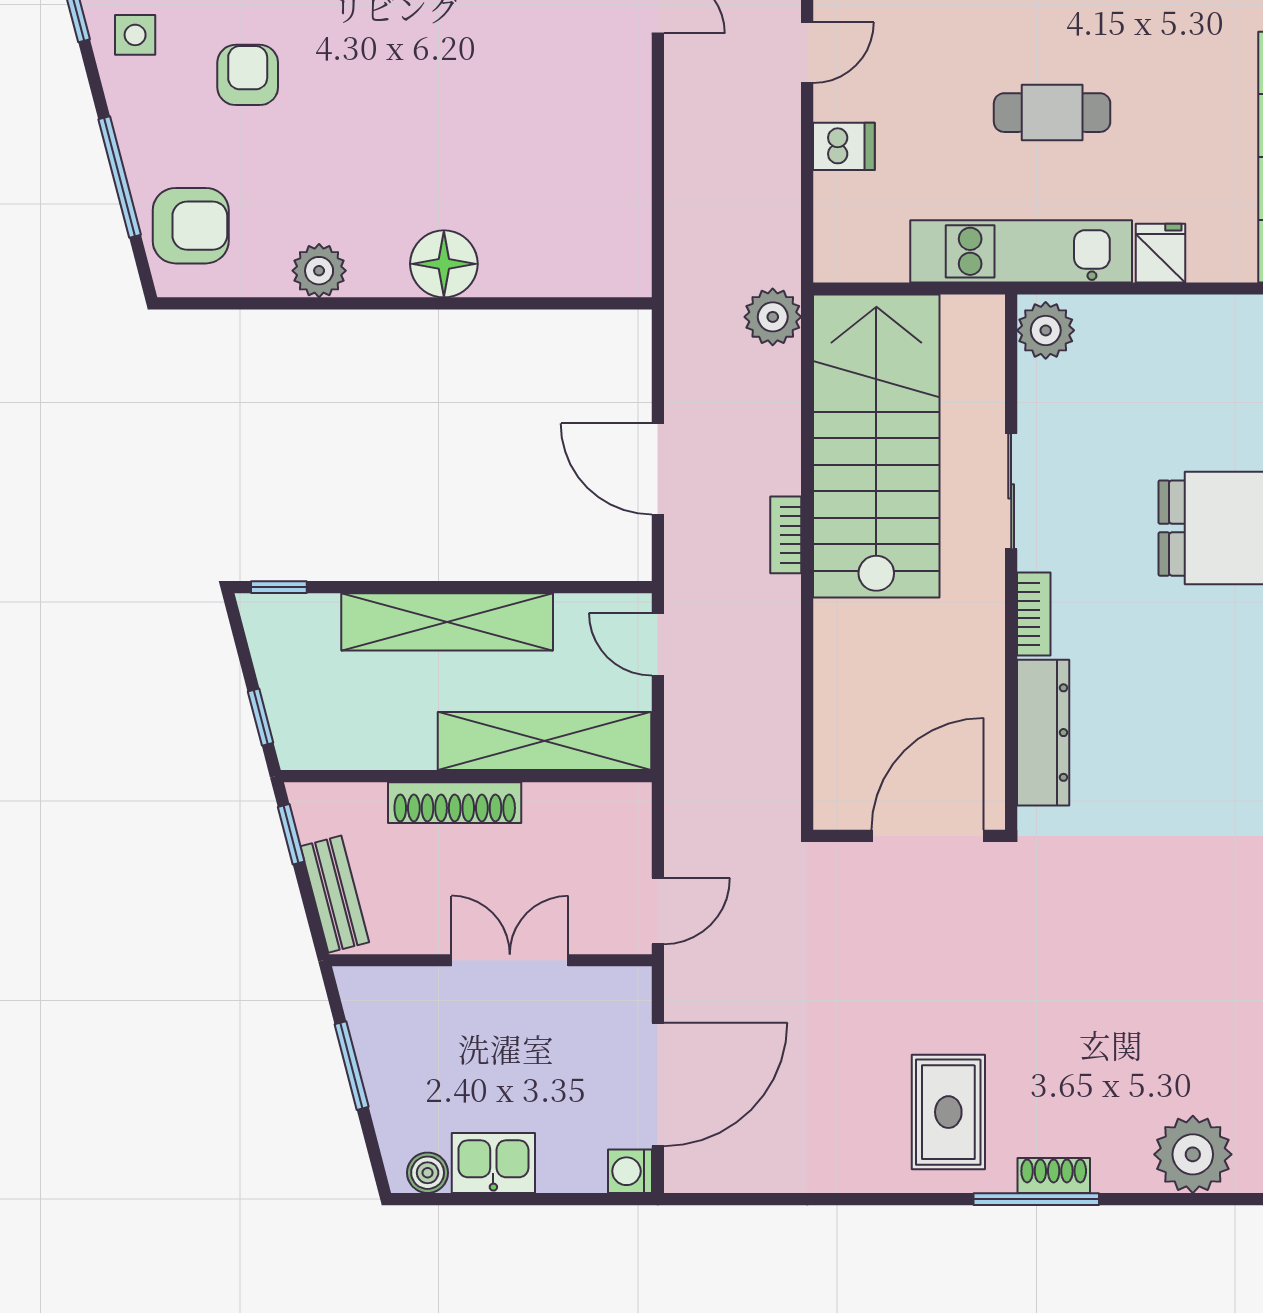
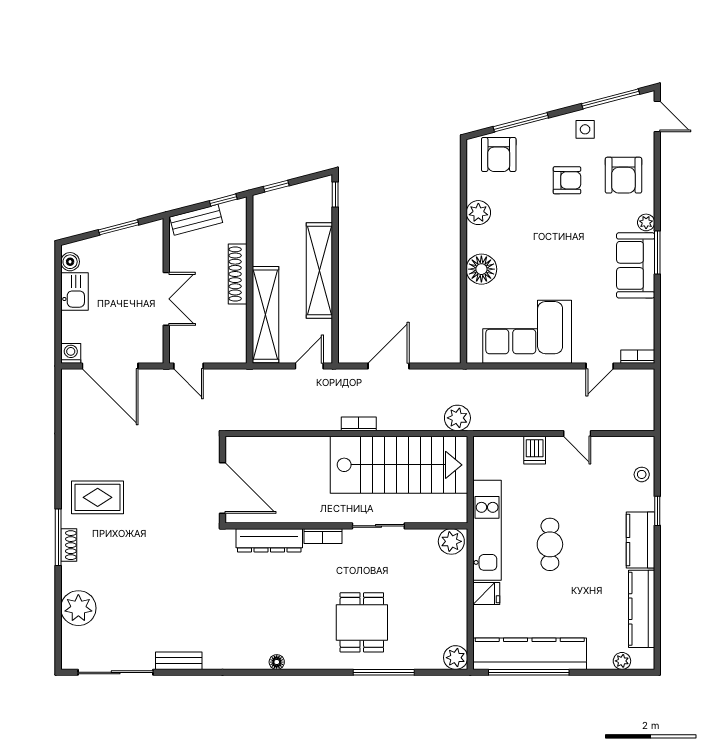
corner sofa: (582, 163) -> (527, 332), added

